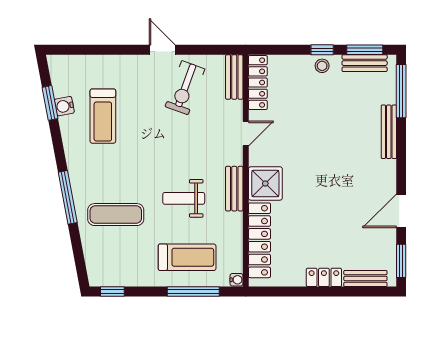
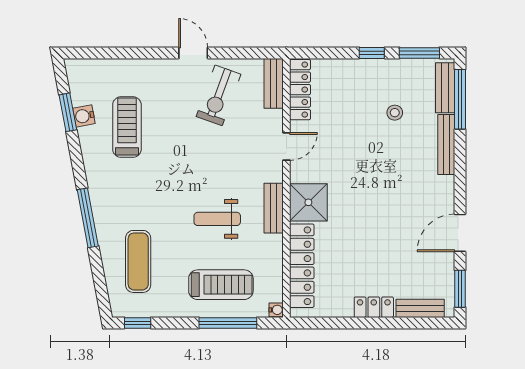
bench: (365, 63) -> (445, 88), moved, turned 90
stool: (322, 66) -> (395, 113), moved
treadmill: (103, 116) -> (127, 127), turned 180
exercise mat: (116, 215) -> (138, 261), moved, turned 90

